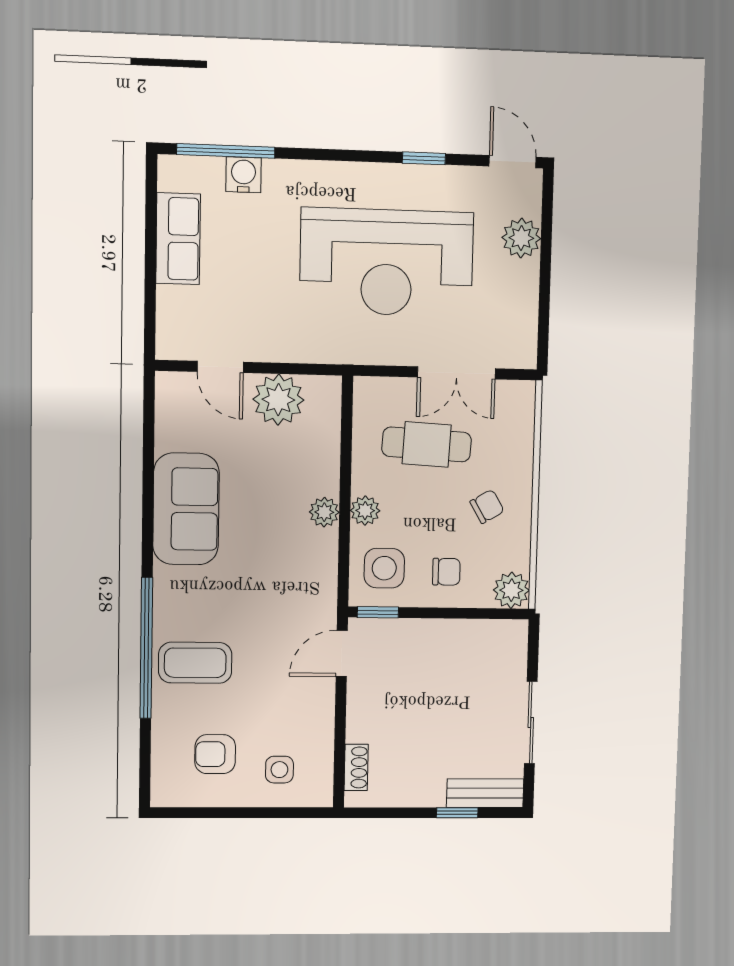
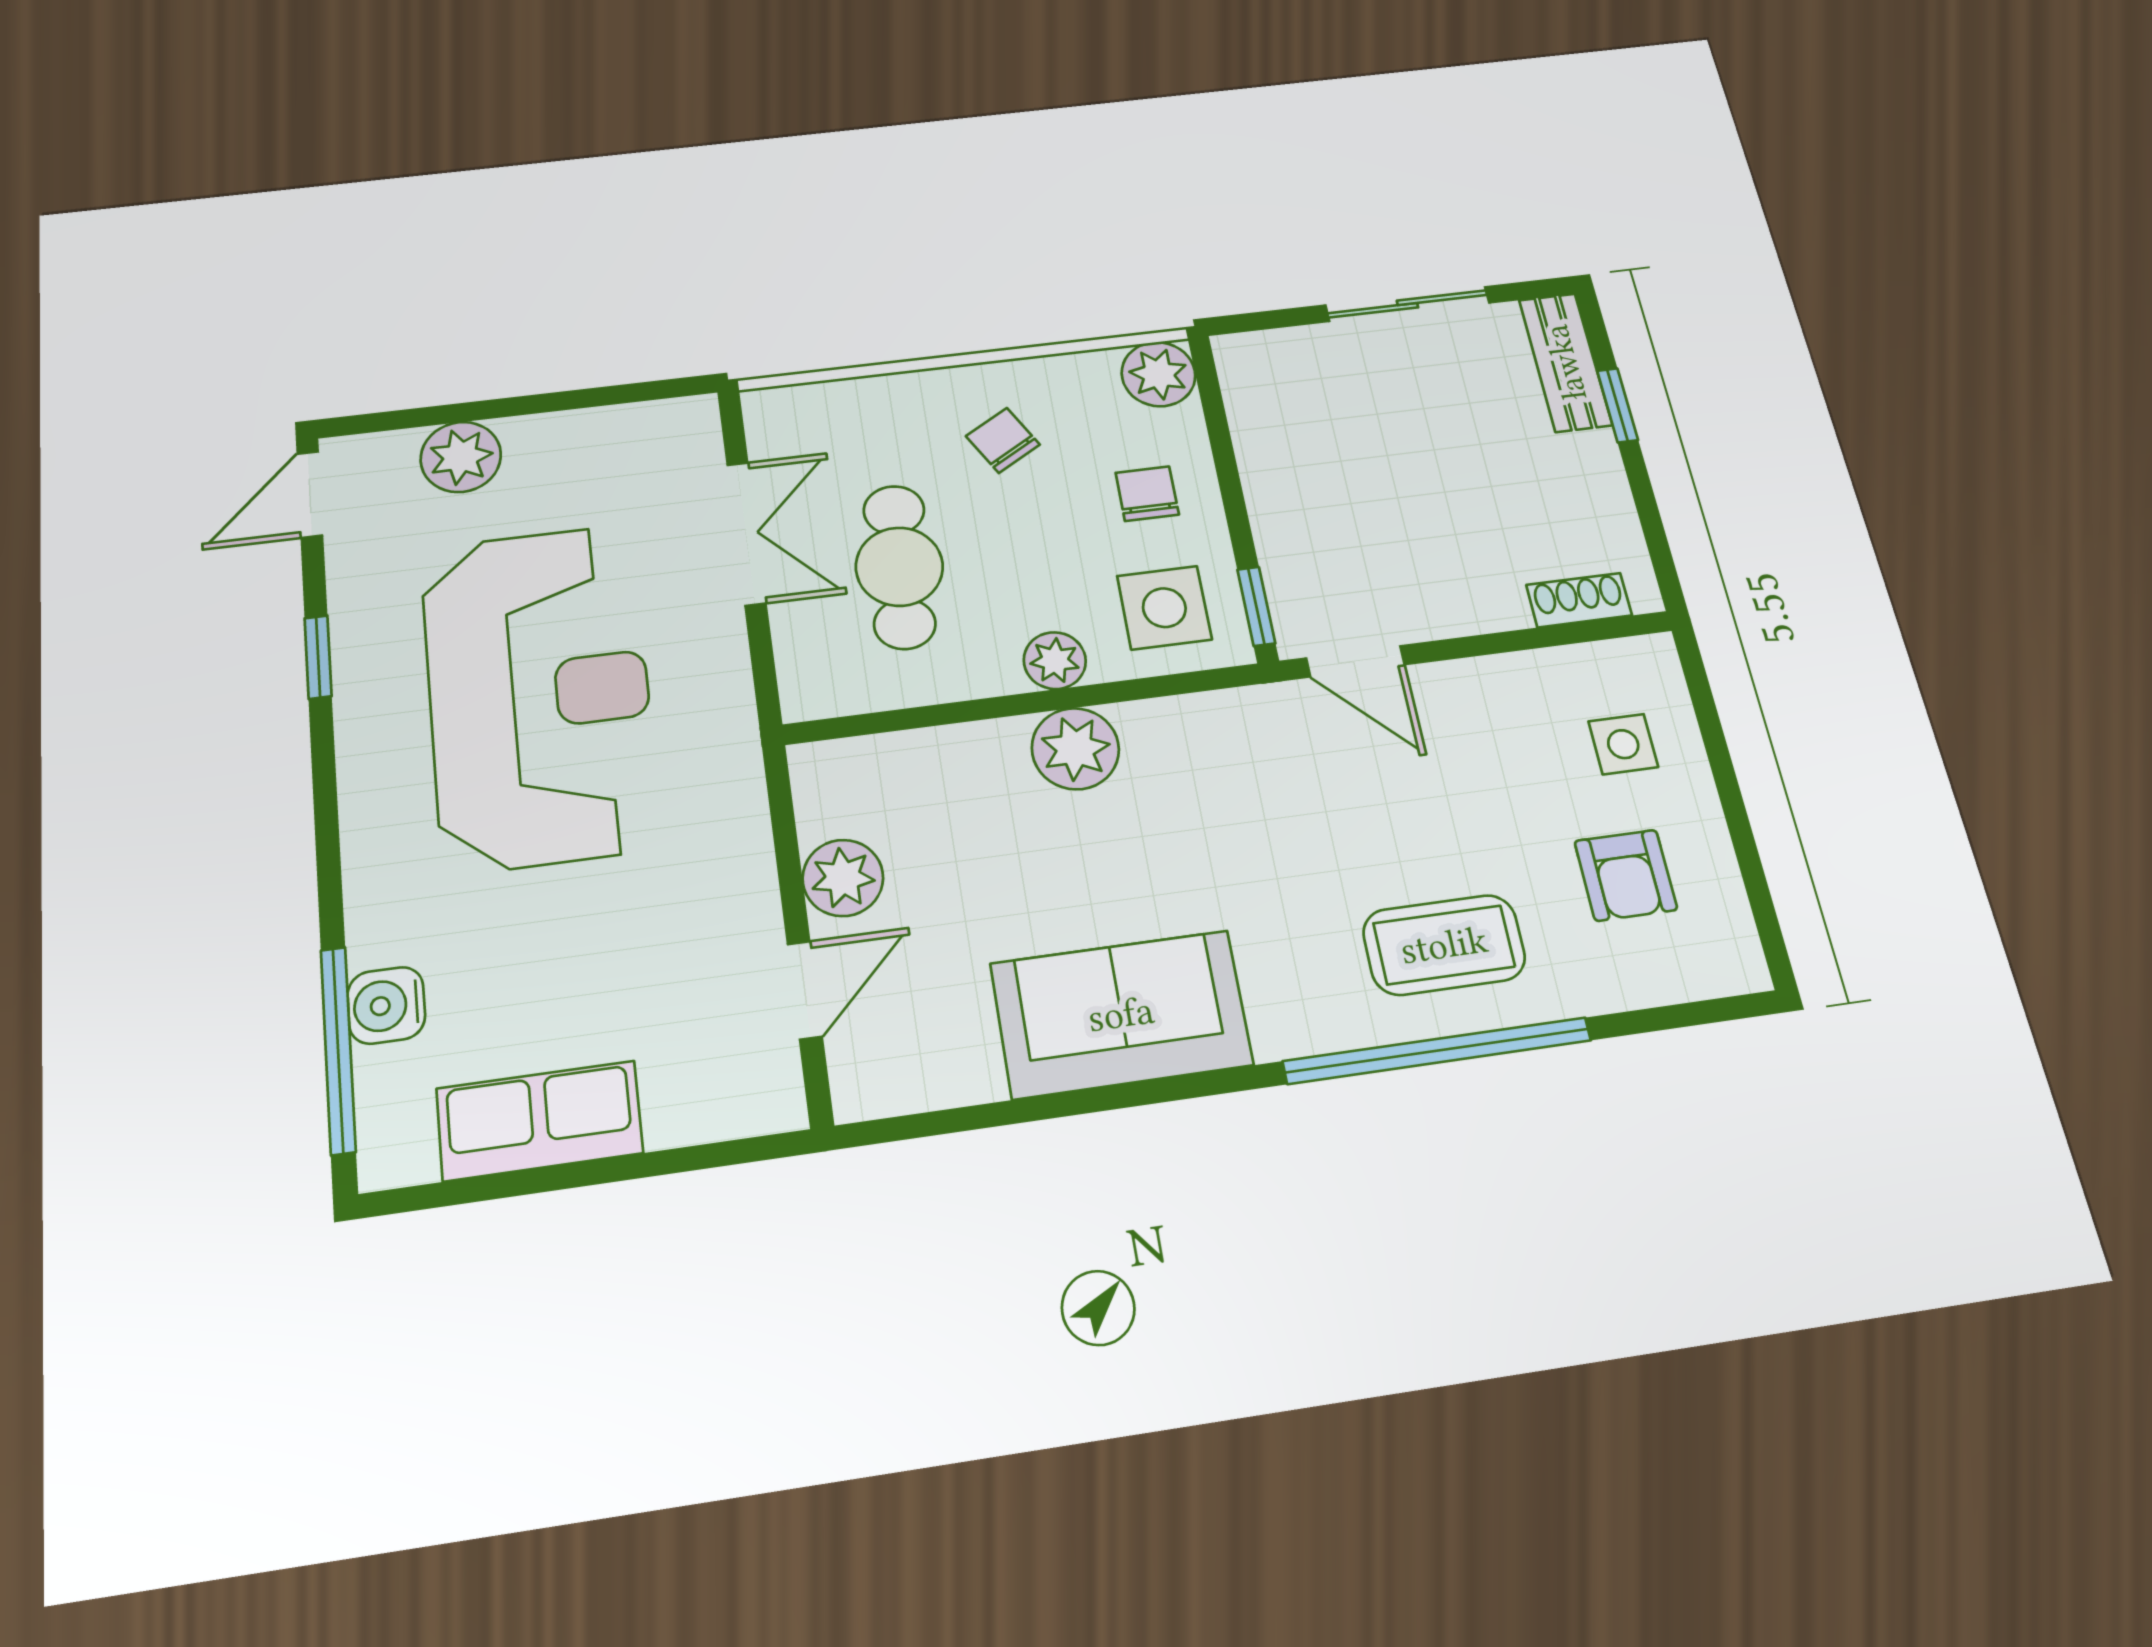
plant: (278, 400) -> (843, 878), width x0.73, depth x0.73
plant: (324, 512) -> (1075, 749), width x1.38, depth x1.38
coffee table: (195, 663) -> (1444, 945), turned 90

